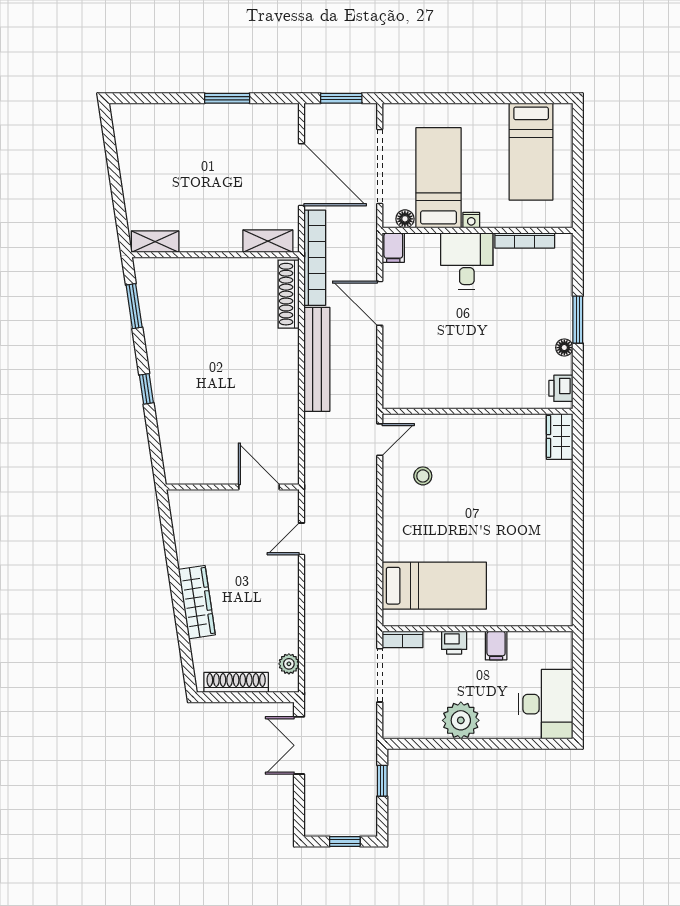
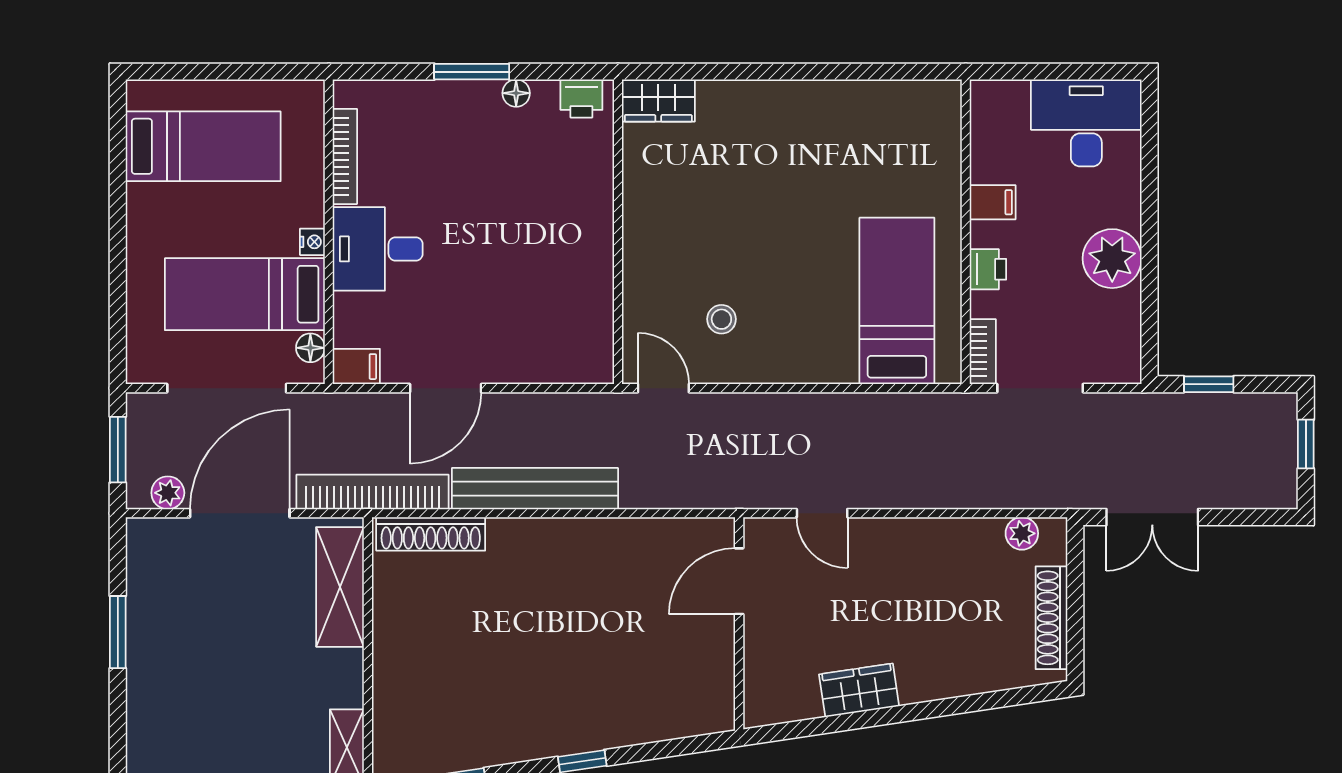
plant: (314, 130) -> (168, 493), added
shelving: (268, 241) -> (340, 587), width x1.50, depth x1.33
wardrobe: (197, 602) -> (859, 690), moved, width x0.67

